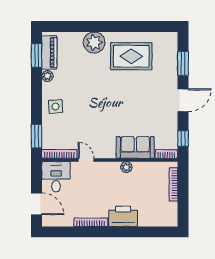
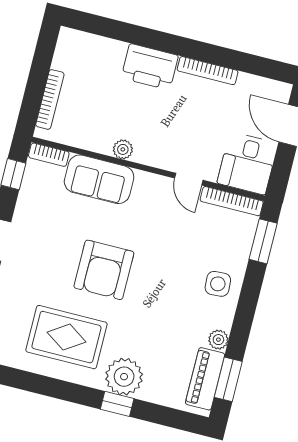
window: (94, 27) -> (117, 404), added
armchair: (120, 98) -> (104, 270), added

